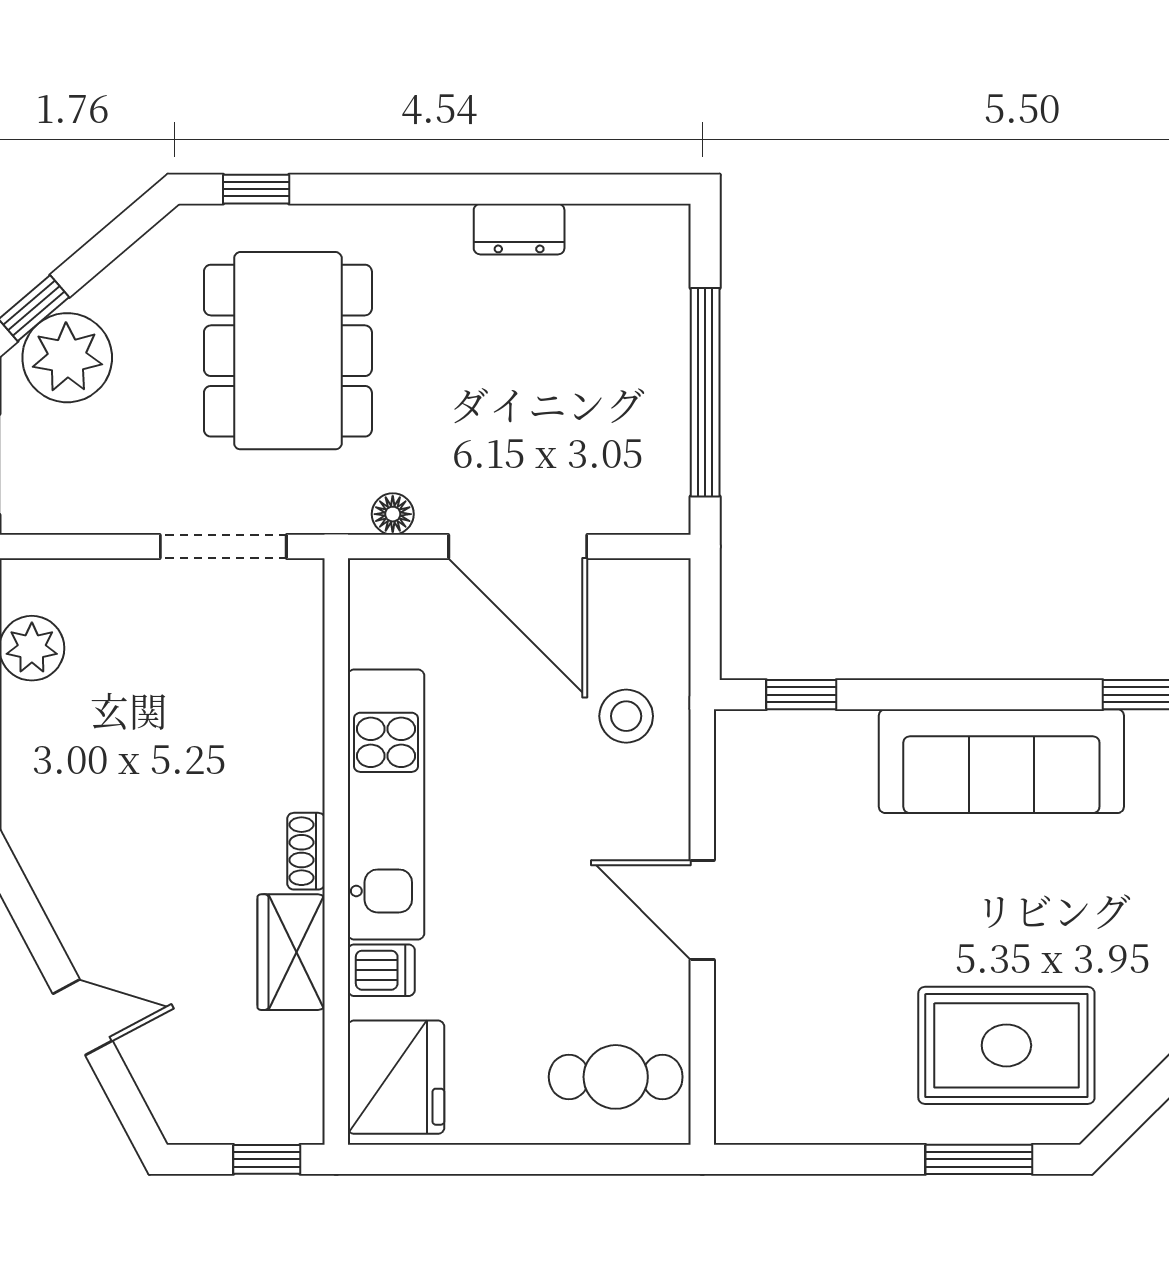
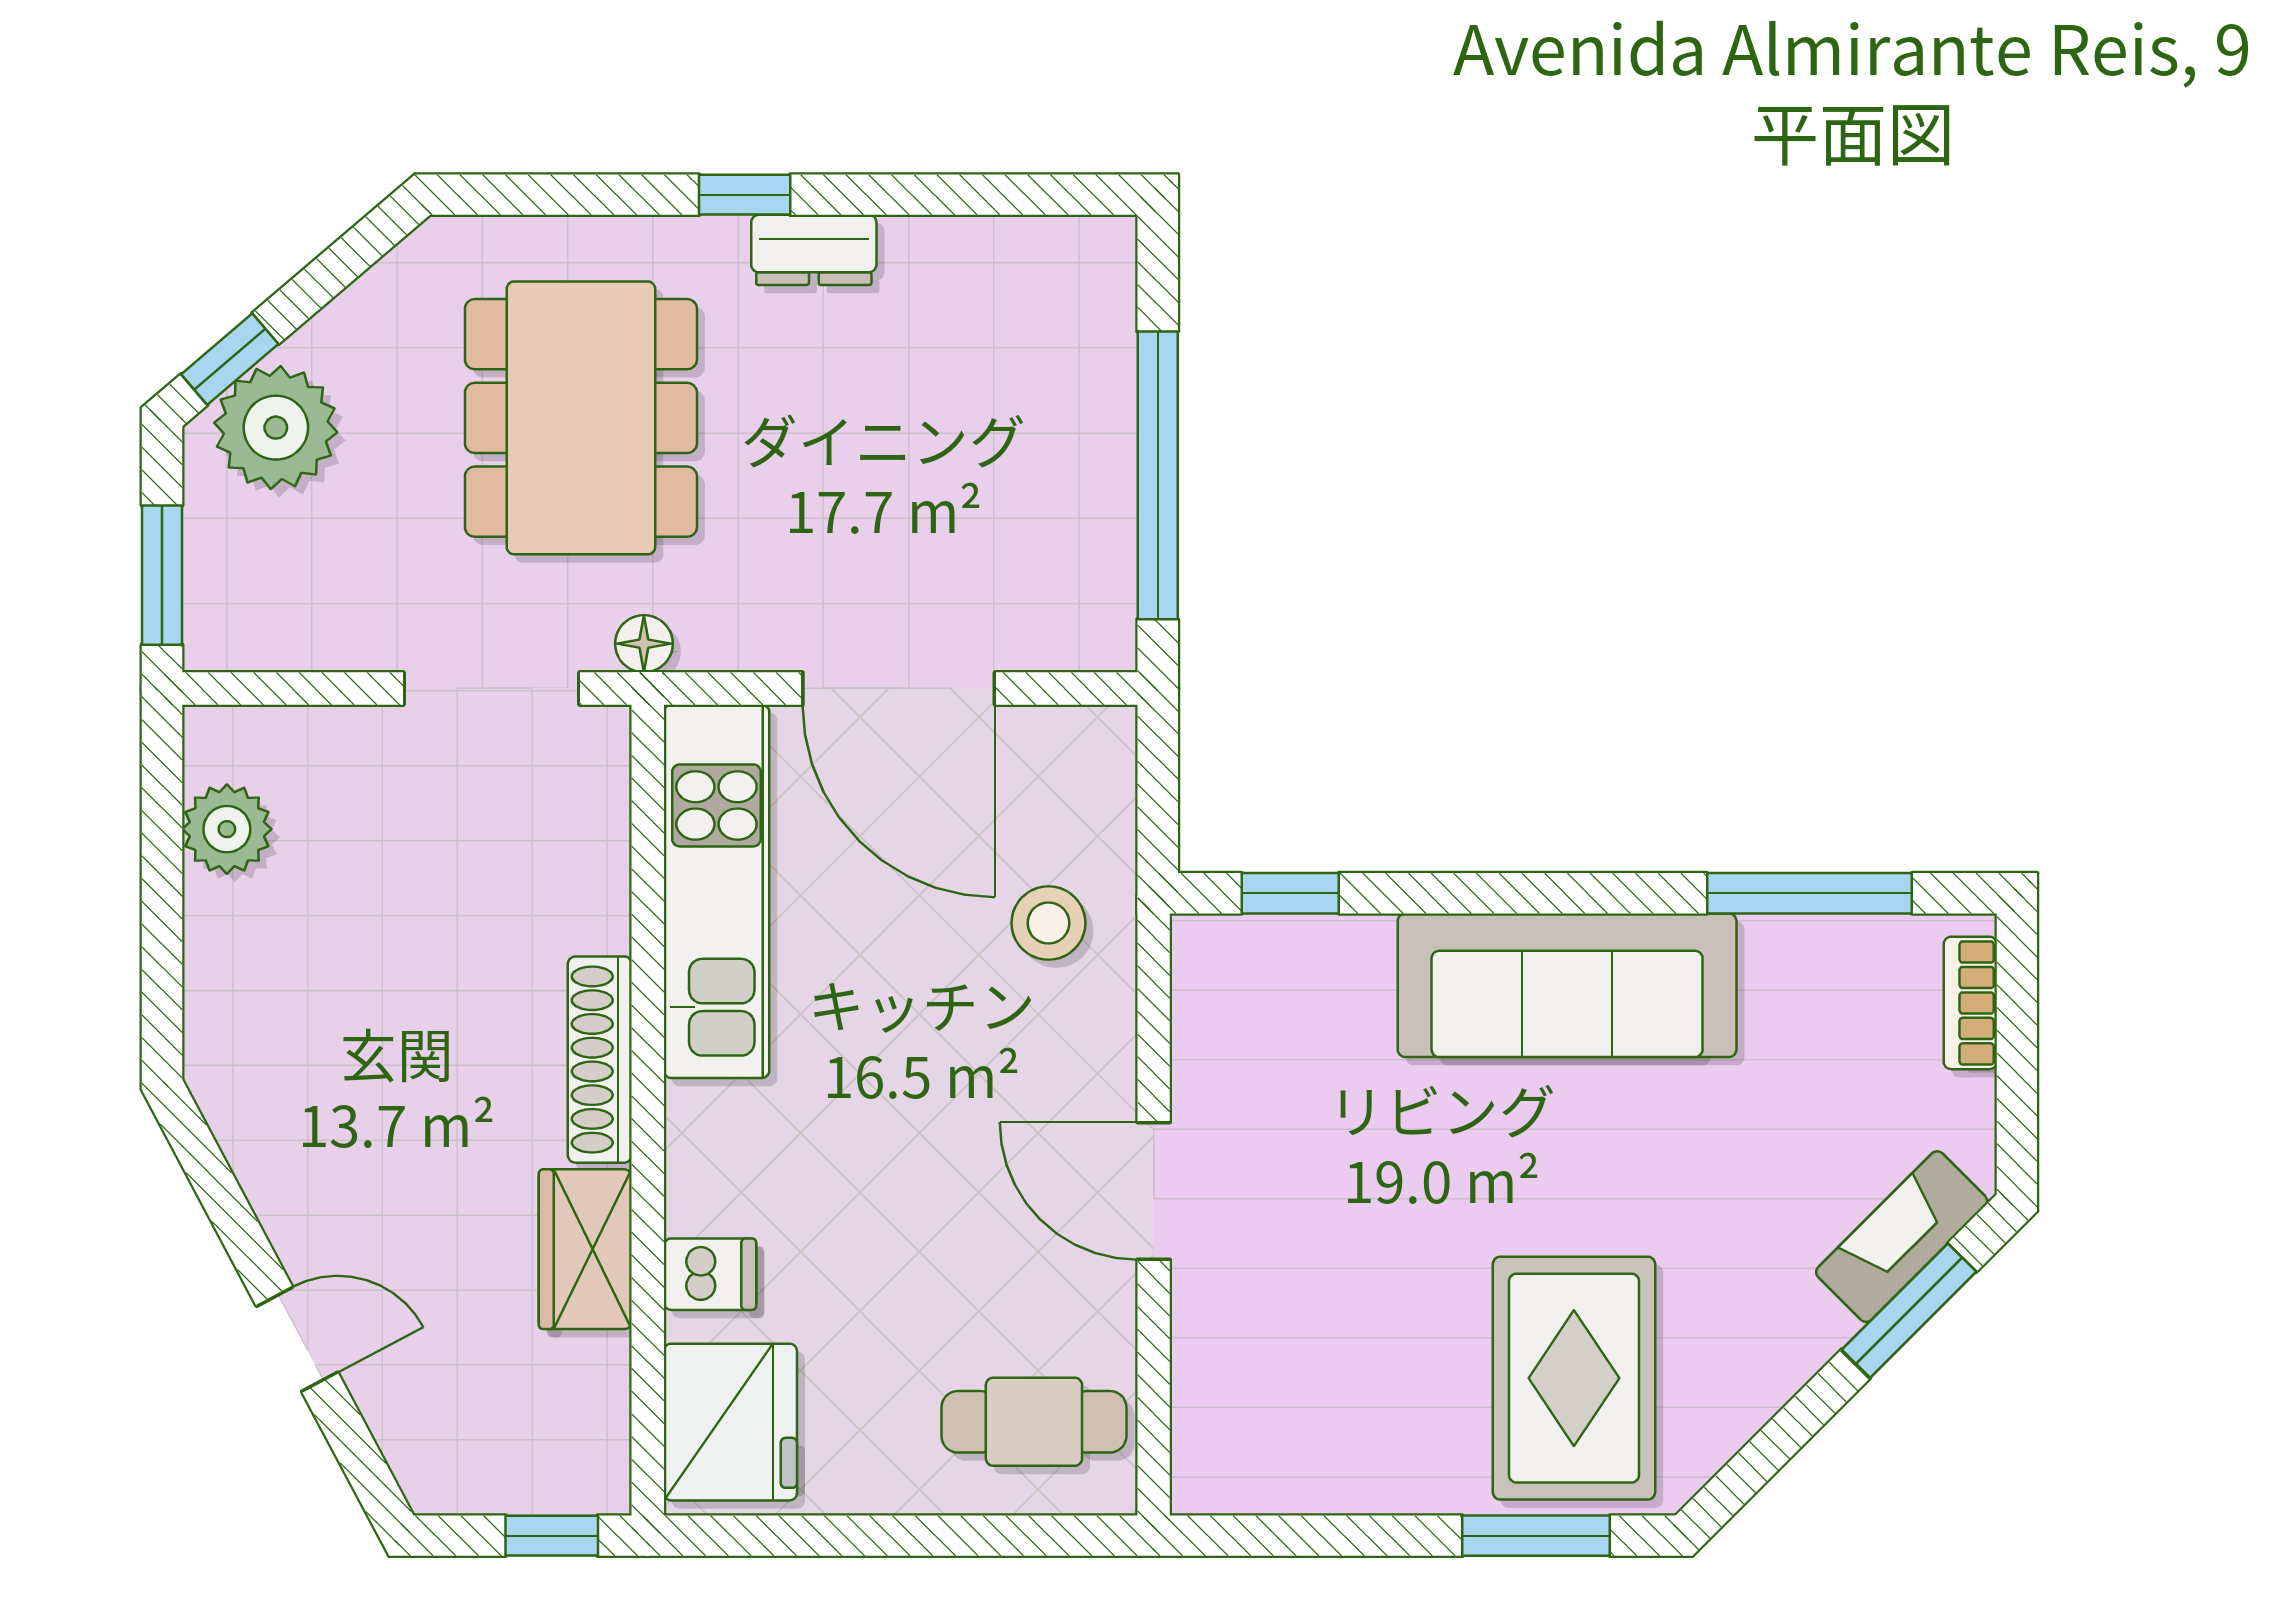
window: (256, 189) -> (745, 195), moved
dresser: (519, 229) -> (814, 250), moved
floor lamp: (393, 514) -> (644, 644), moved
kitchen unit: (386, 804) -> (716, 891), moved
shoe rack: (306, 851) -> (600, 1060), width x1.94, depth x1.24
rug: (1006, 1045) -> (1574, 1378), turned 90

